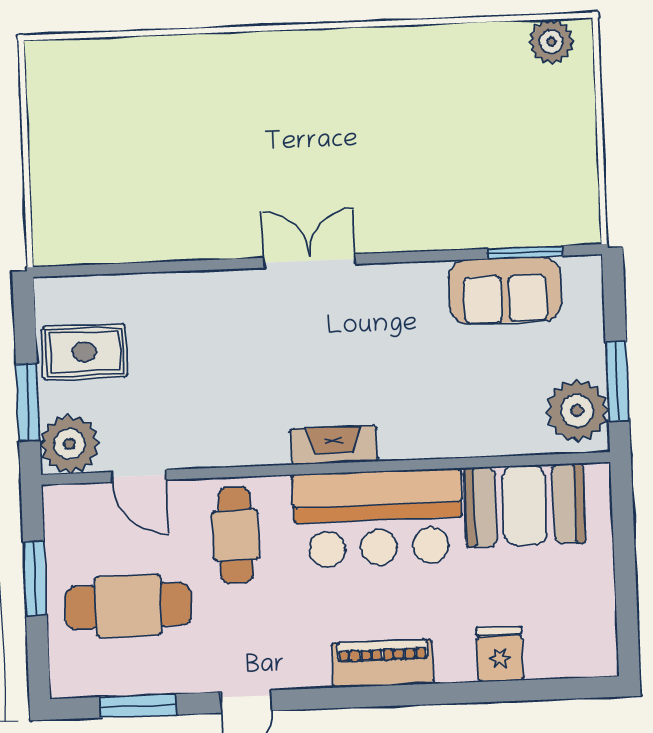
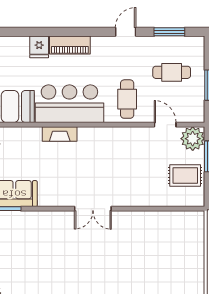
fireplace: (334, 445) -> (60, 134), moved
cafe table: (128, 606) -> (172, 72), width x0.73, depth x0.74
fridge: (500, 654) -> (39, 47), moved

